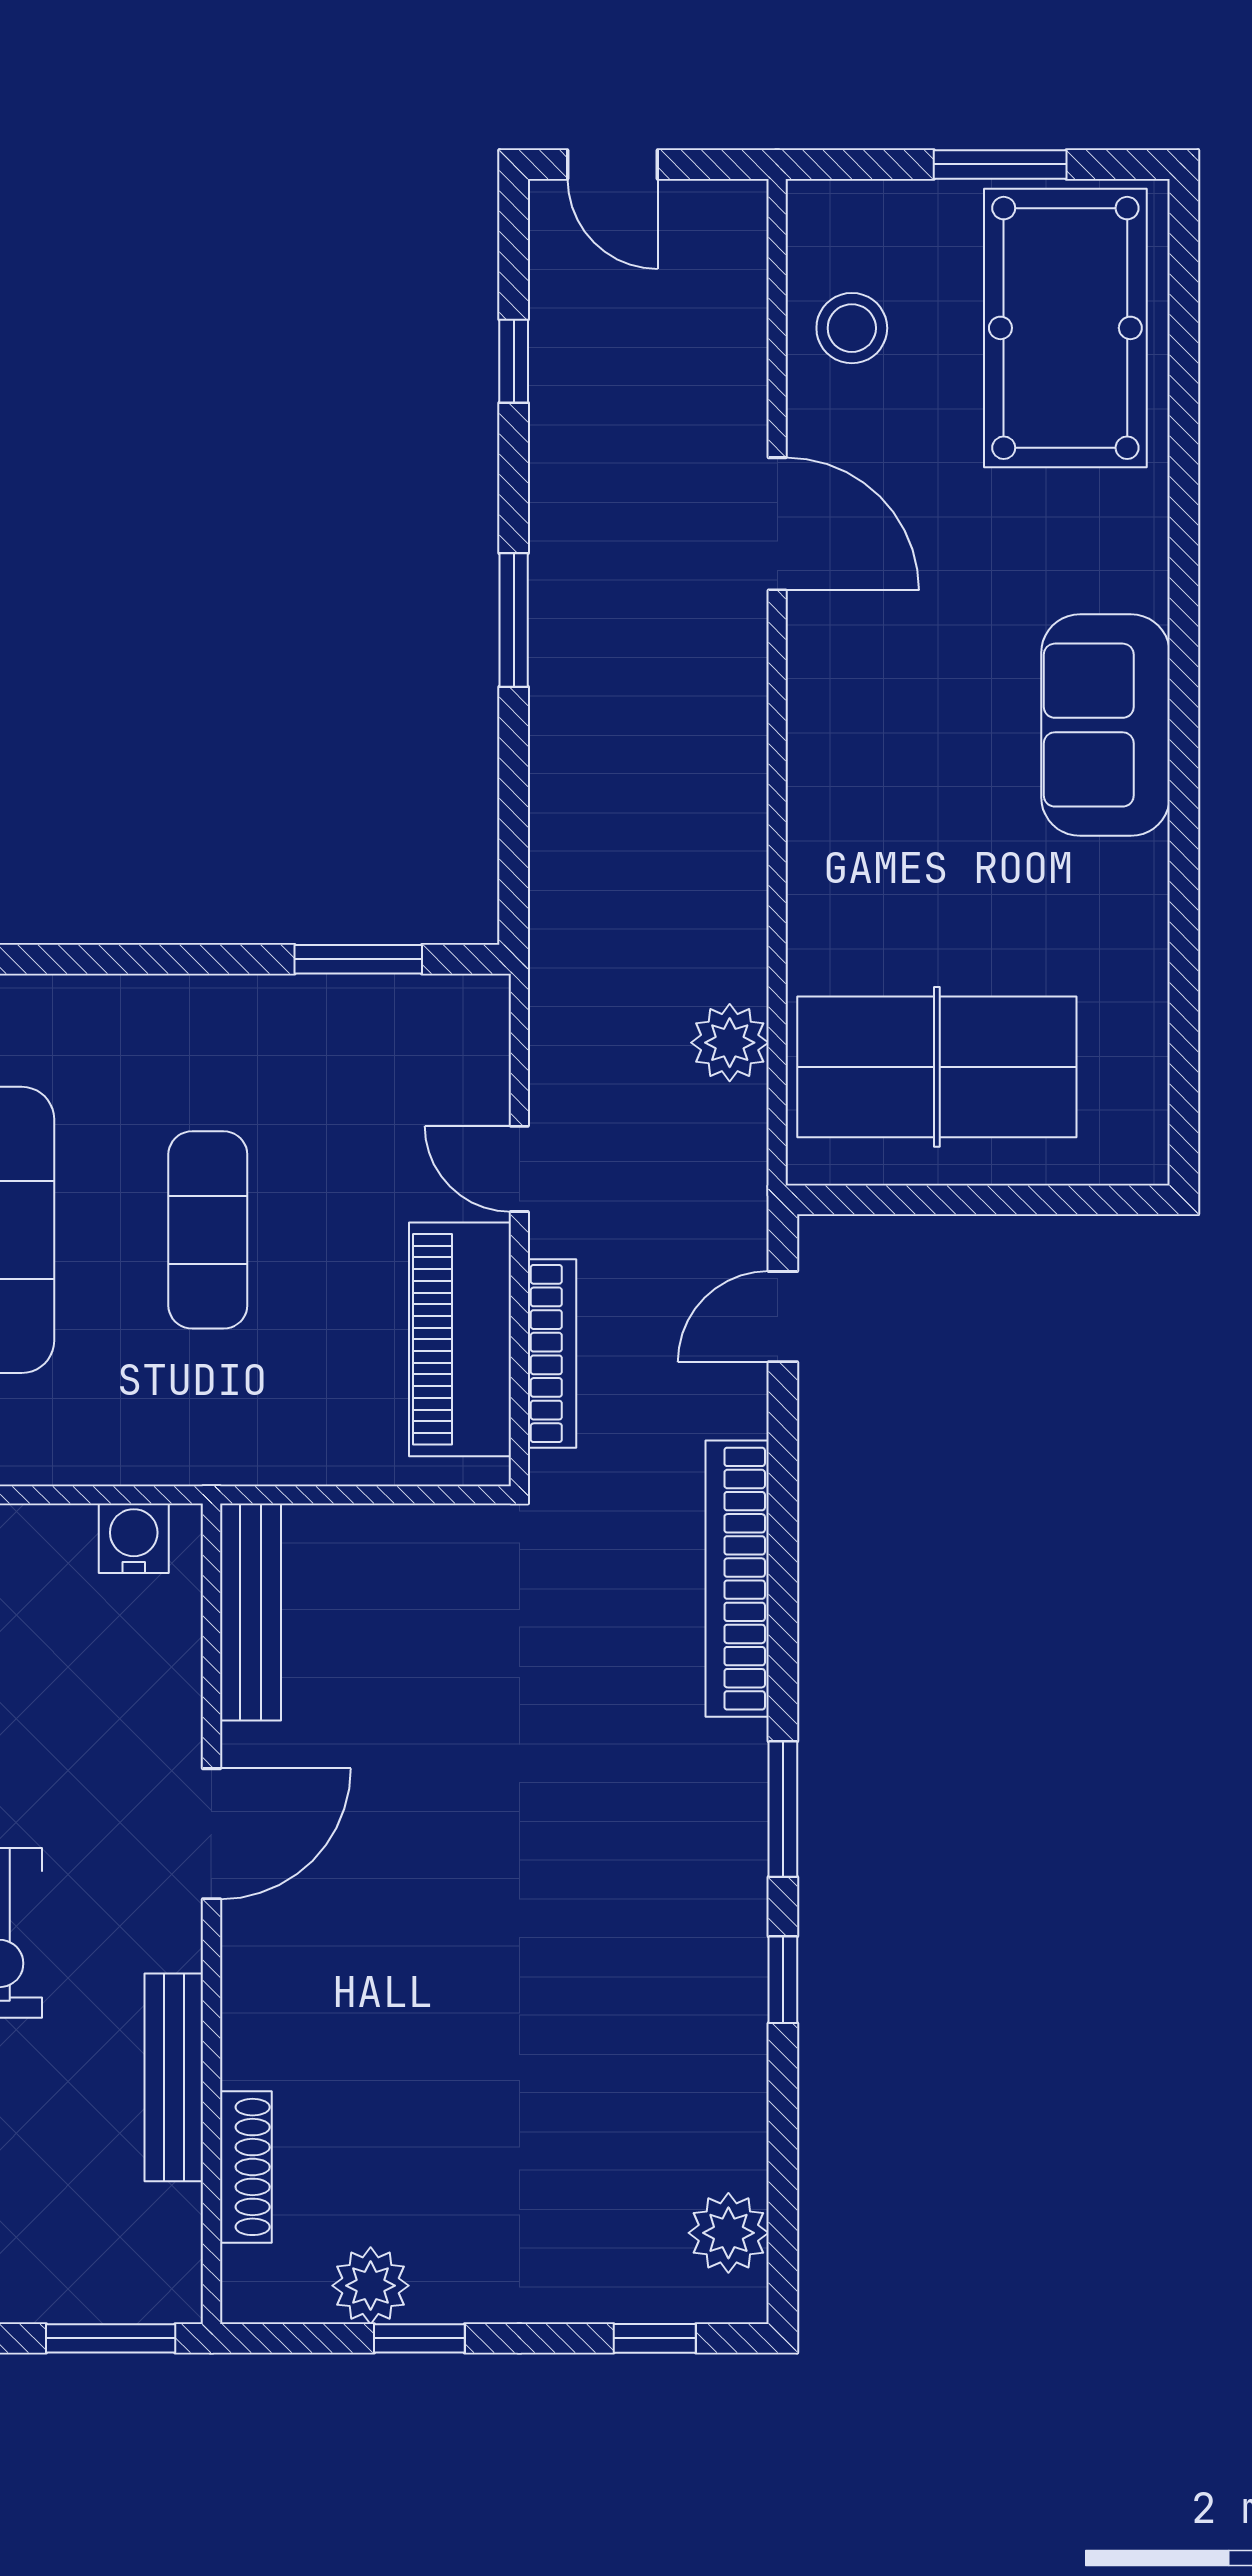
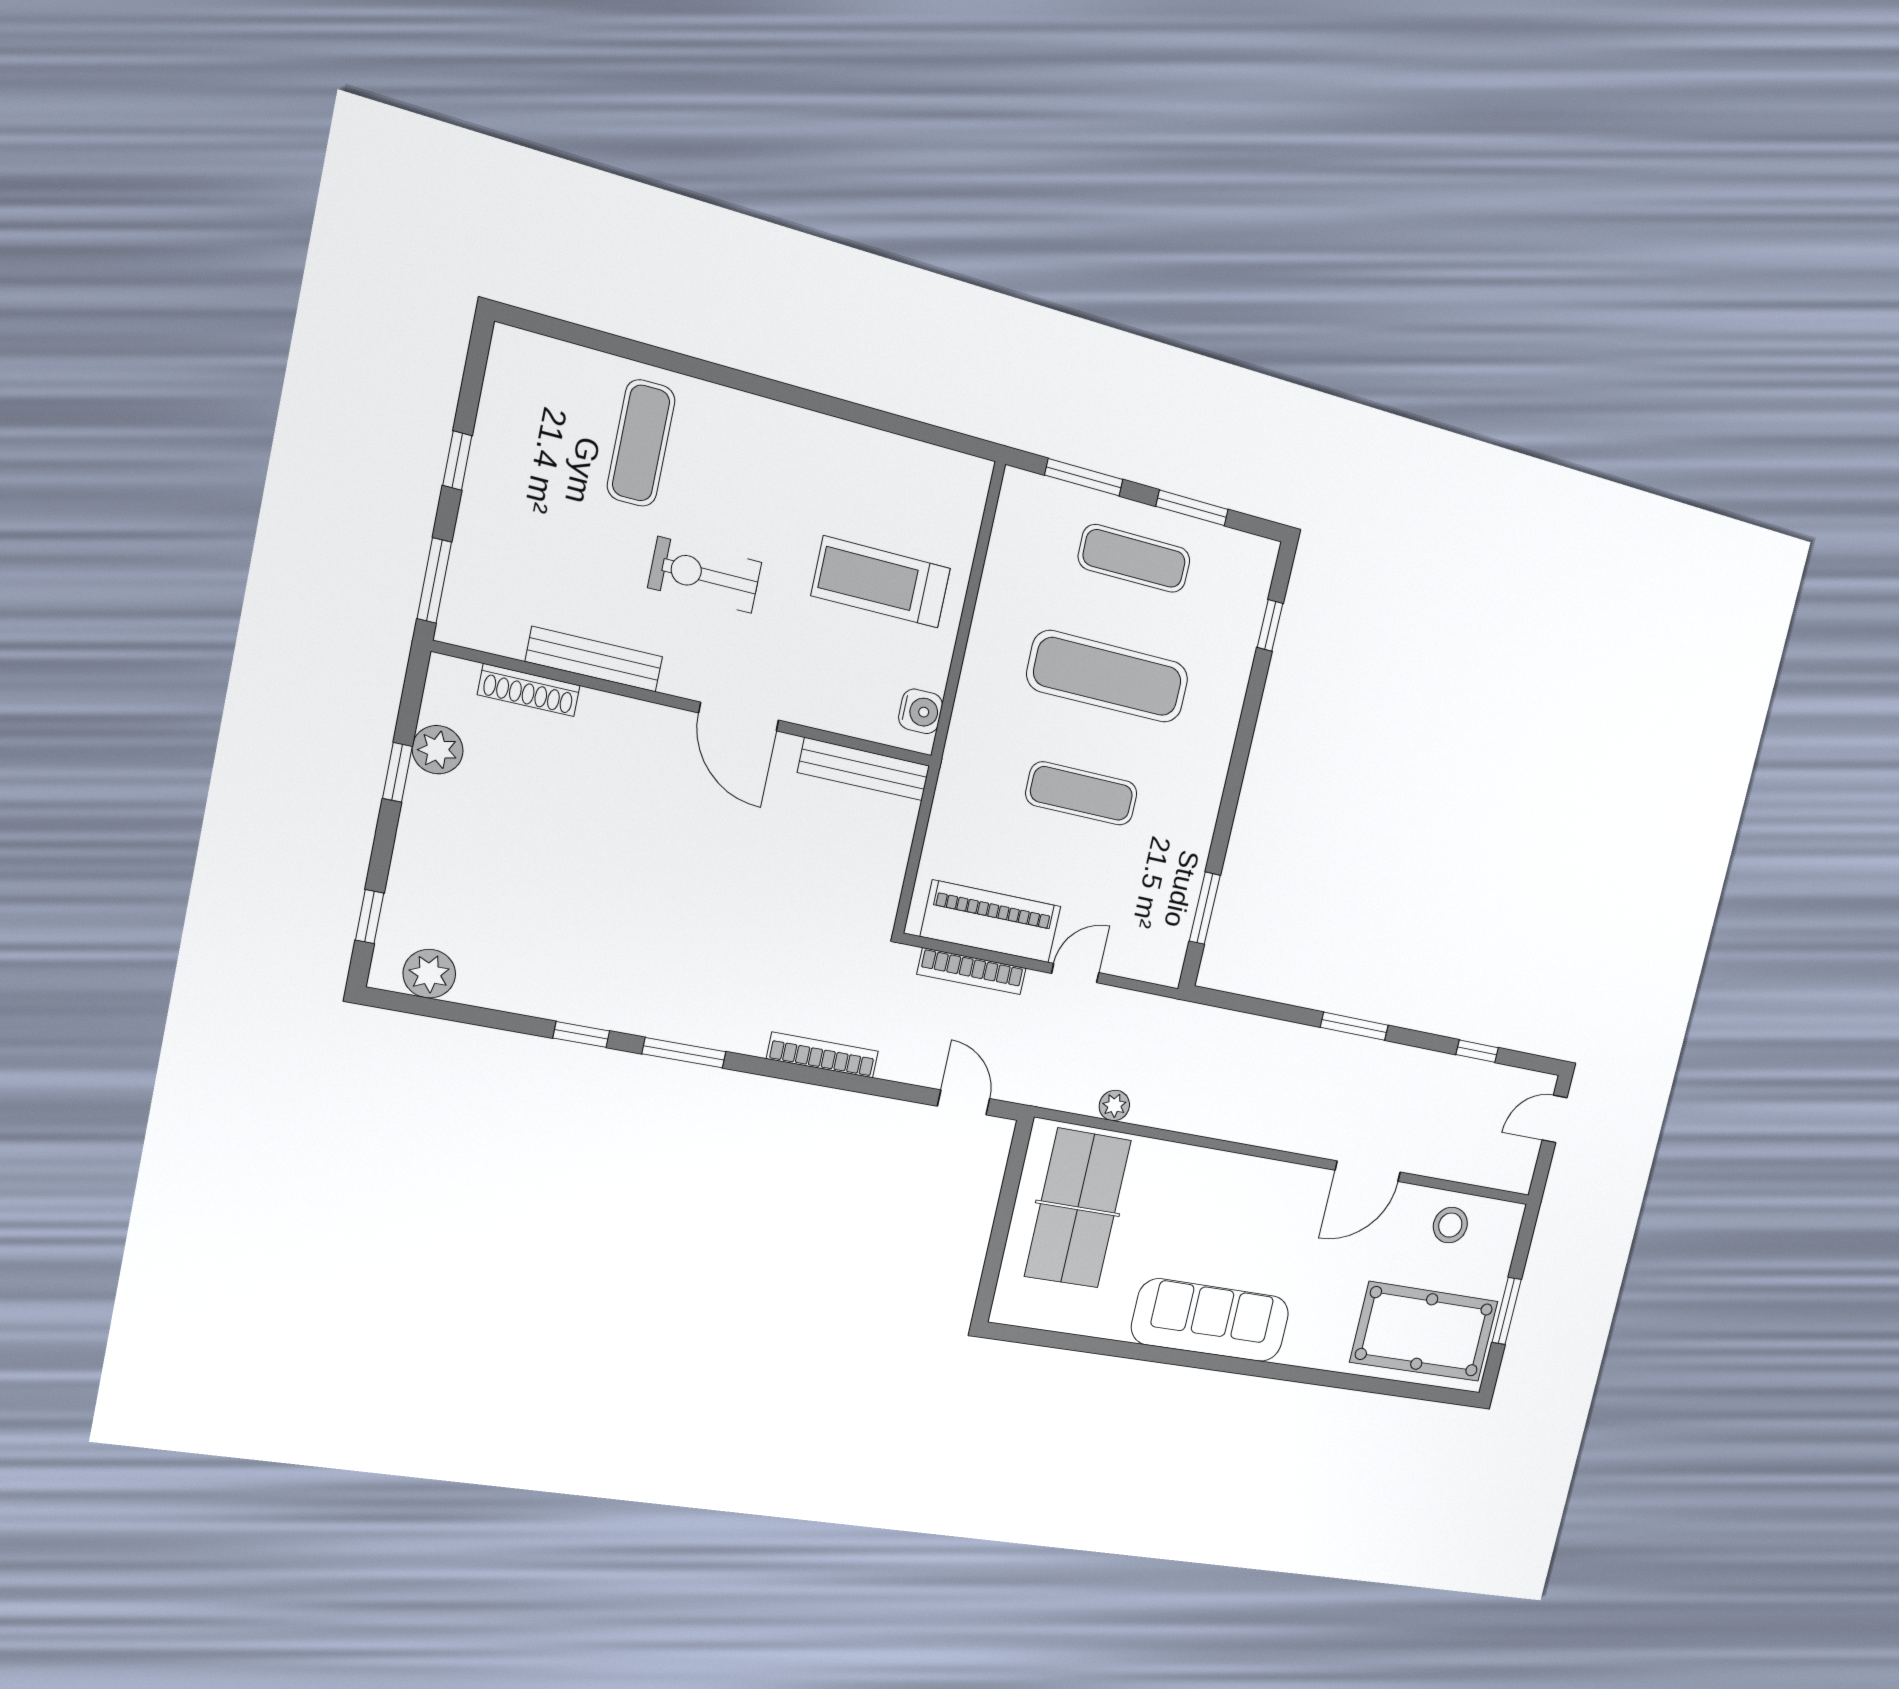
sofa: (1105, 725) -> (1210, 1320), width x1.36
plant: (730, 1043) -> (1114, 1106), width x0.73, depth x0.73
bookcase: (737, 1579) -> (823, 1055), width x0.68, depth x0.76

